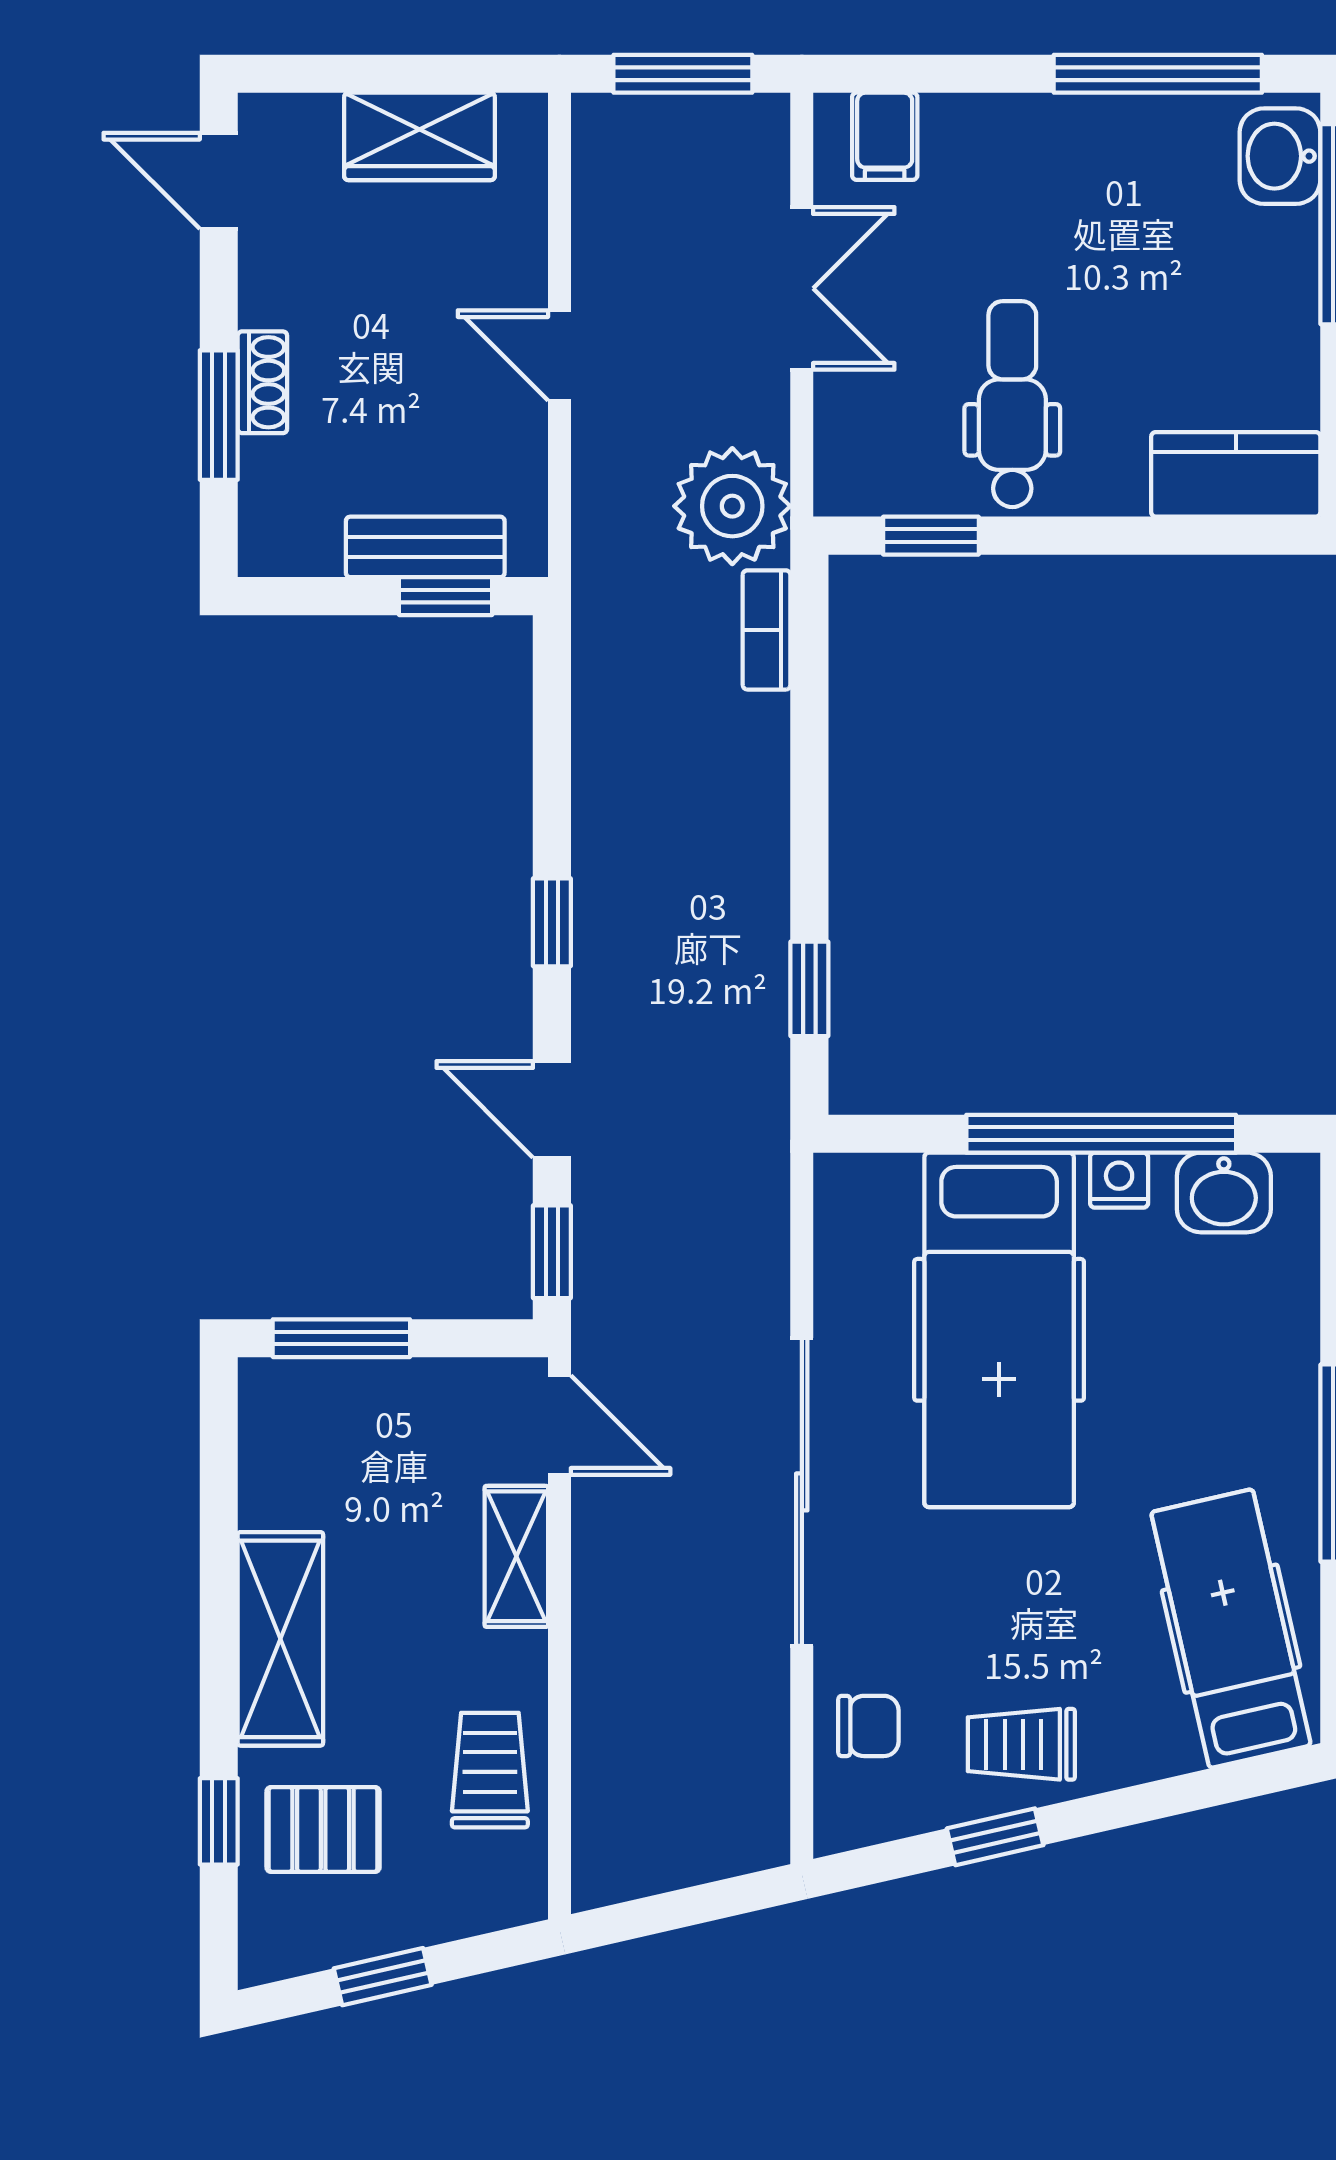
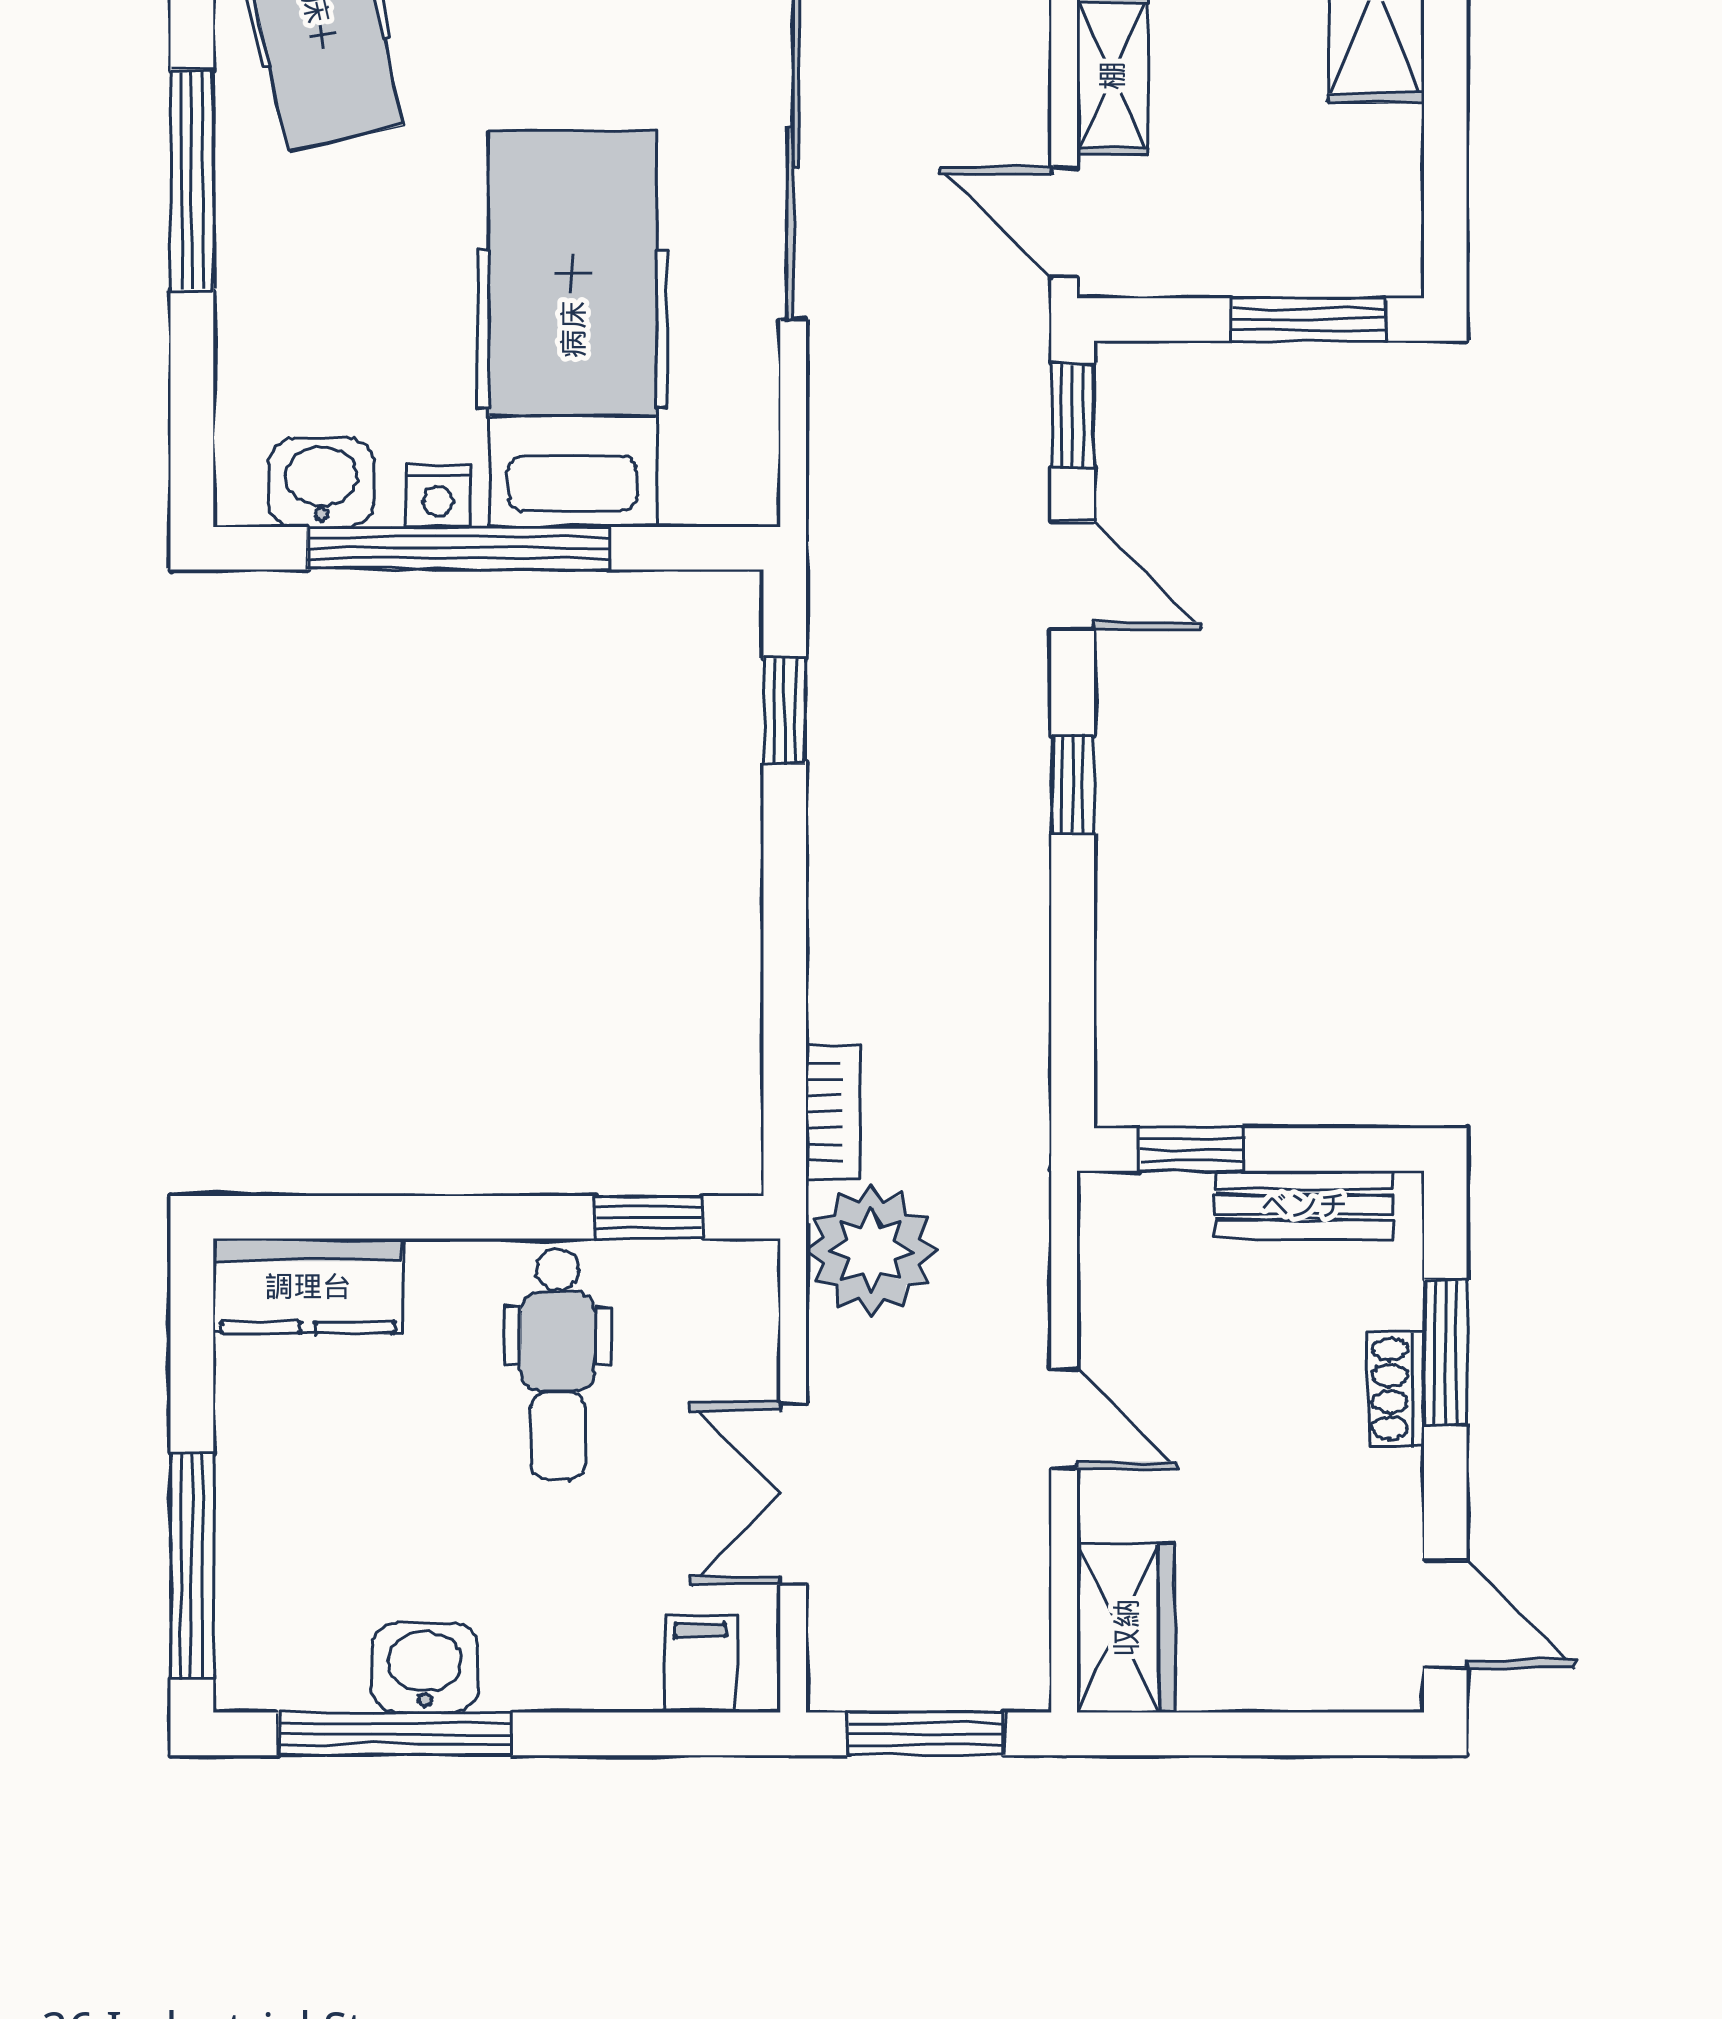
wardrobe: (419, 136) -> (1126, 1628), moved, turned 90
washbasin: (1280, 156) -> (425, 1667), moved, turned -90
bench: (425, 547) -> (1304, 1205), moved

